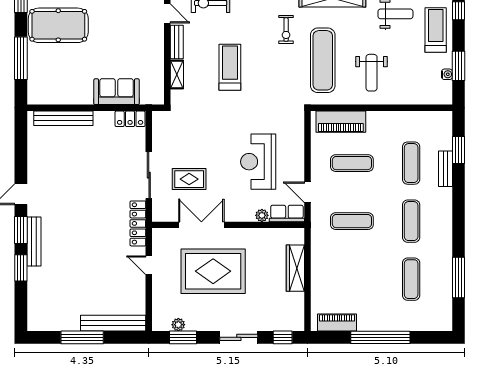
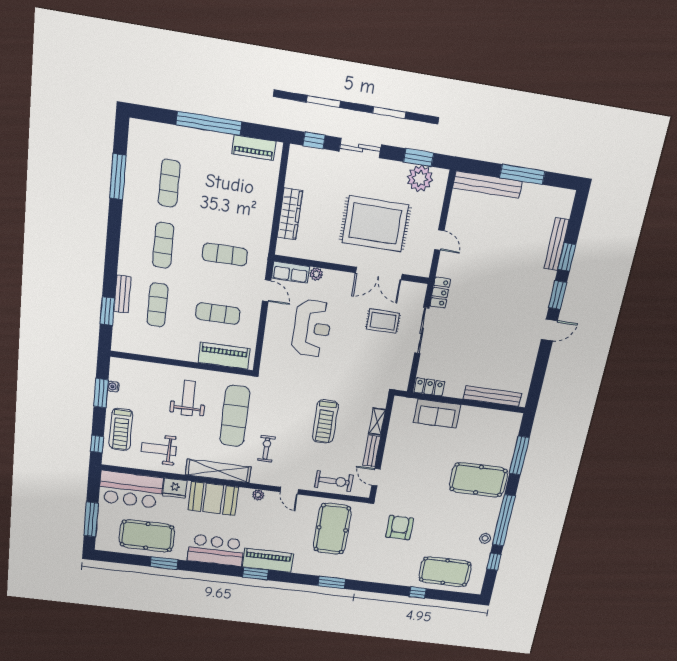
locker: (138, 223) -> (440, 293), width x0.66
bench: (34, 241) -> (556, 244), moved
plant: (178, 325) -> (420, 178), width x1.88, depth x1.88

